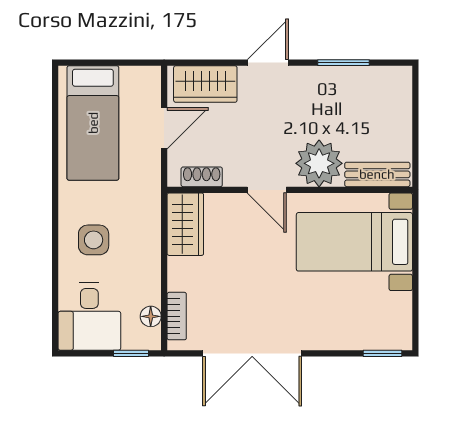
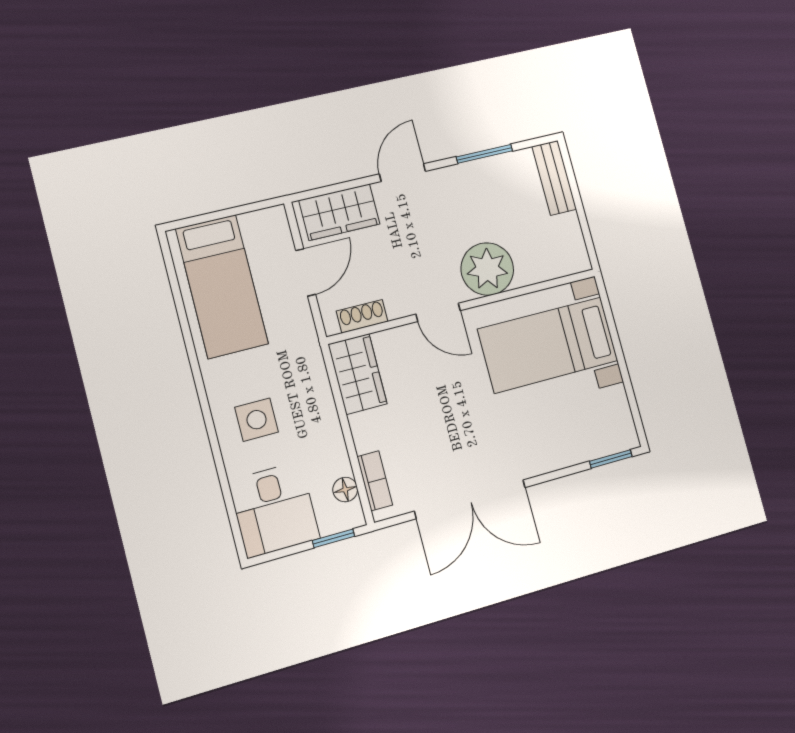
bench: (377, 174) -> (554, 178), moved, turned 90

